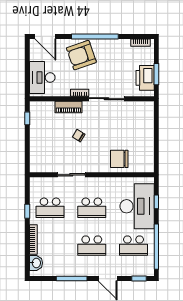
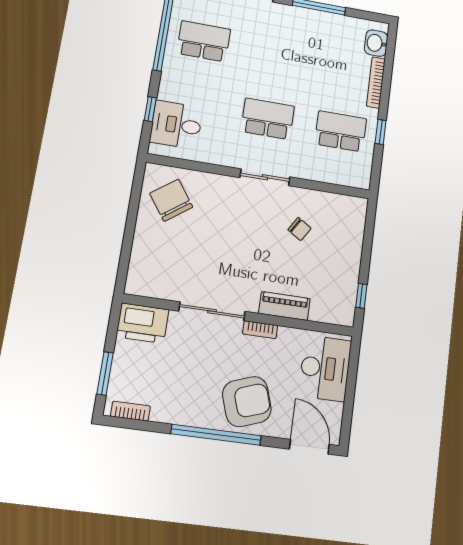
window: (156, 74) -> (105, 373), moved
printer: (145, 78) -> (143, 323), moved, turned 90
chair: (79, 136) -> (300, 229), moved
chair: (119, 159) -> (171, 200), moved, turned -126
sliding door: (71, 175) -> (265, 177), moved
desk: (137, 206) -> (176, 125), width x0.53, depth x0.77
school desk: (92, 246) -> (277, 54), removed

